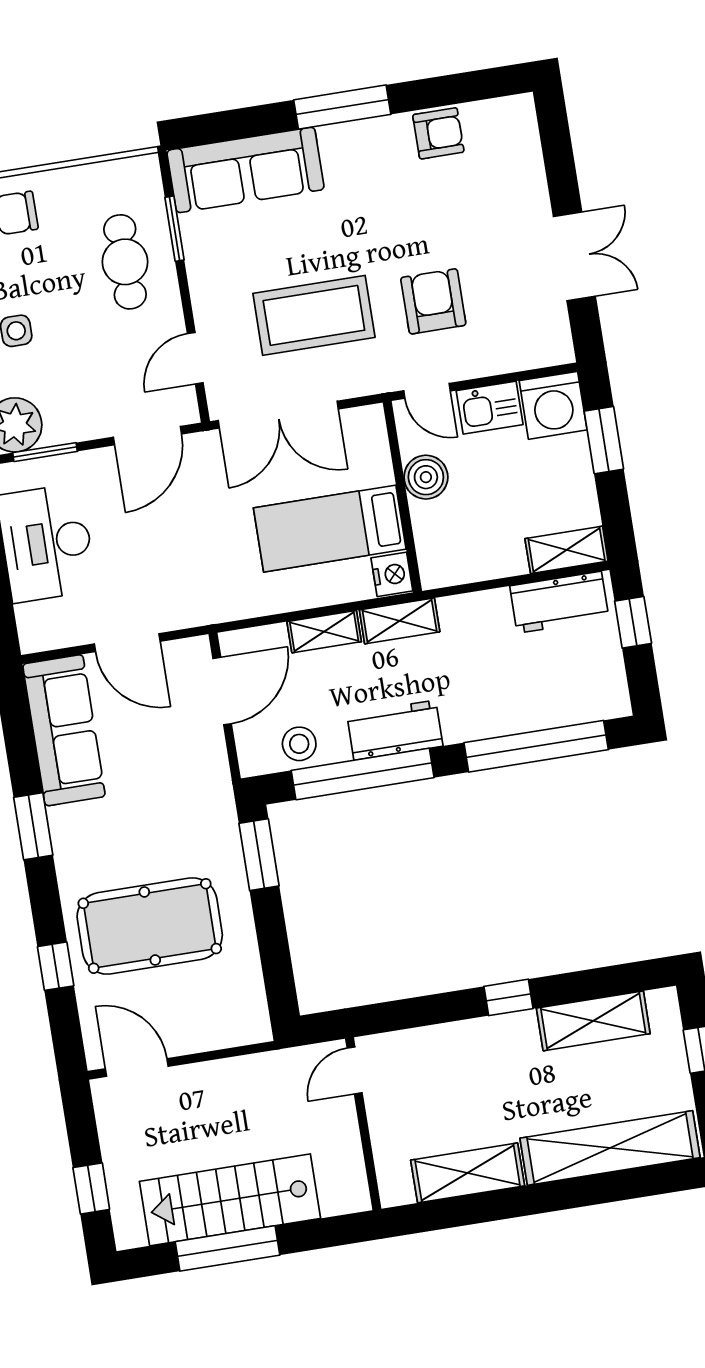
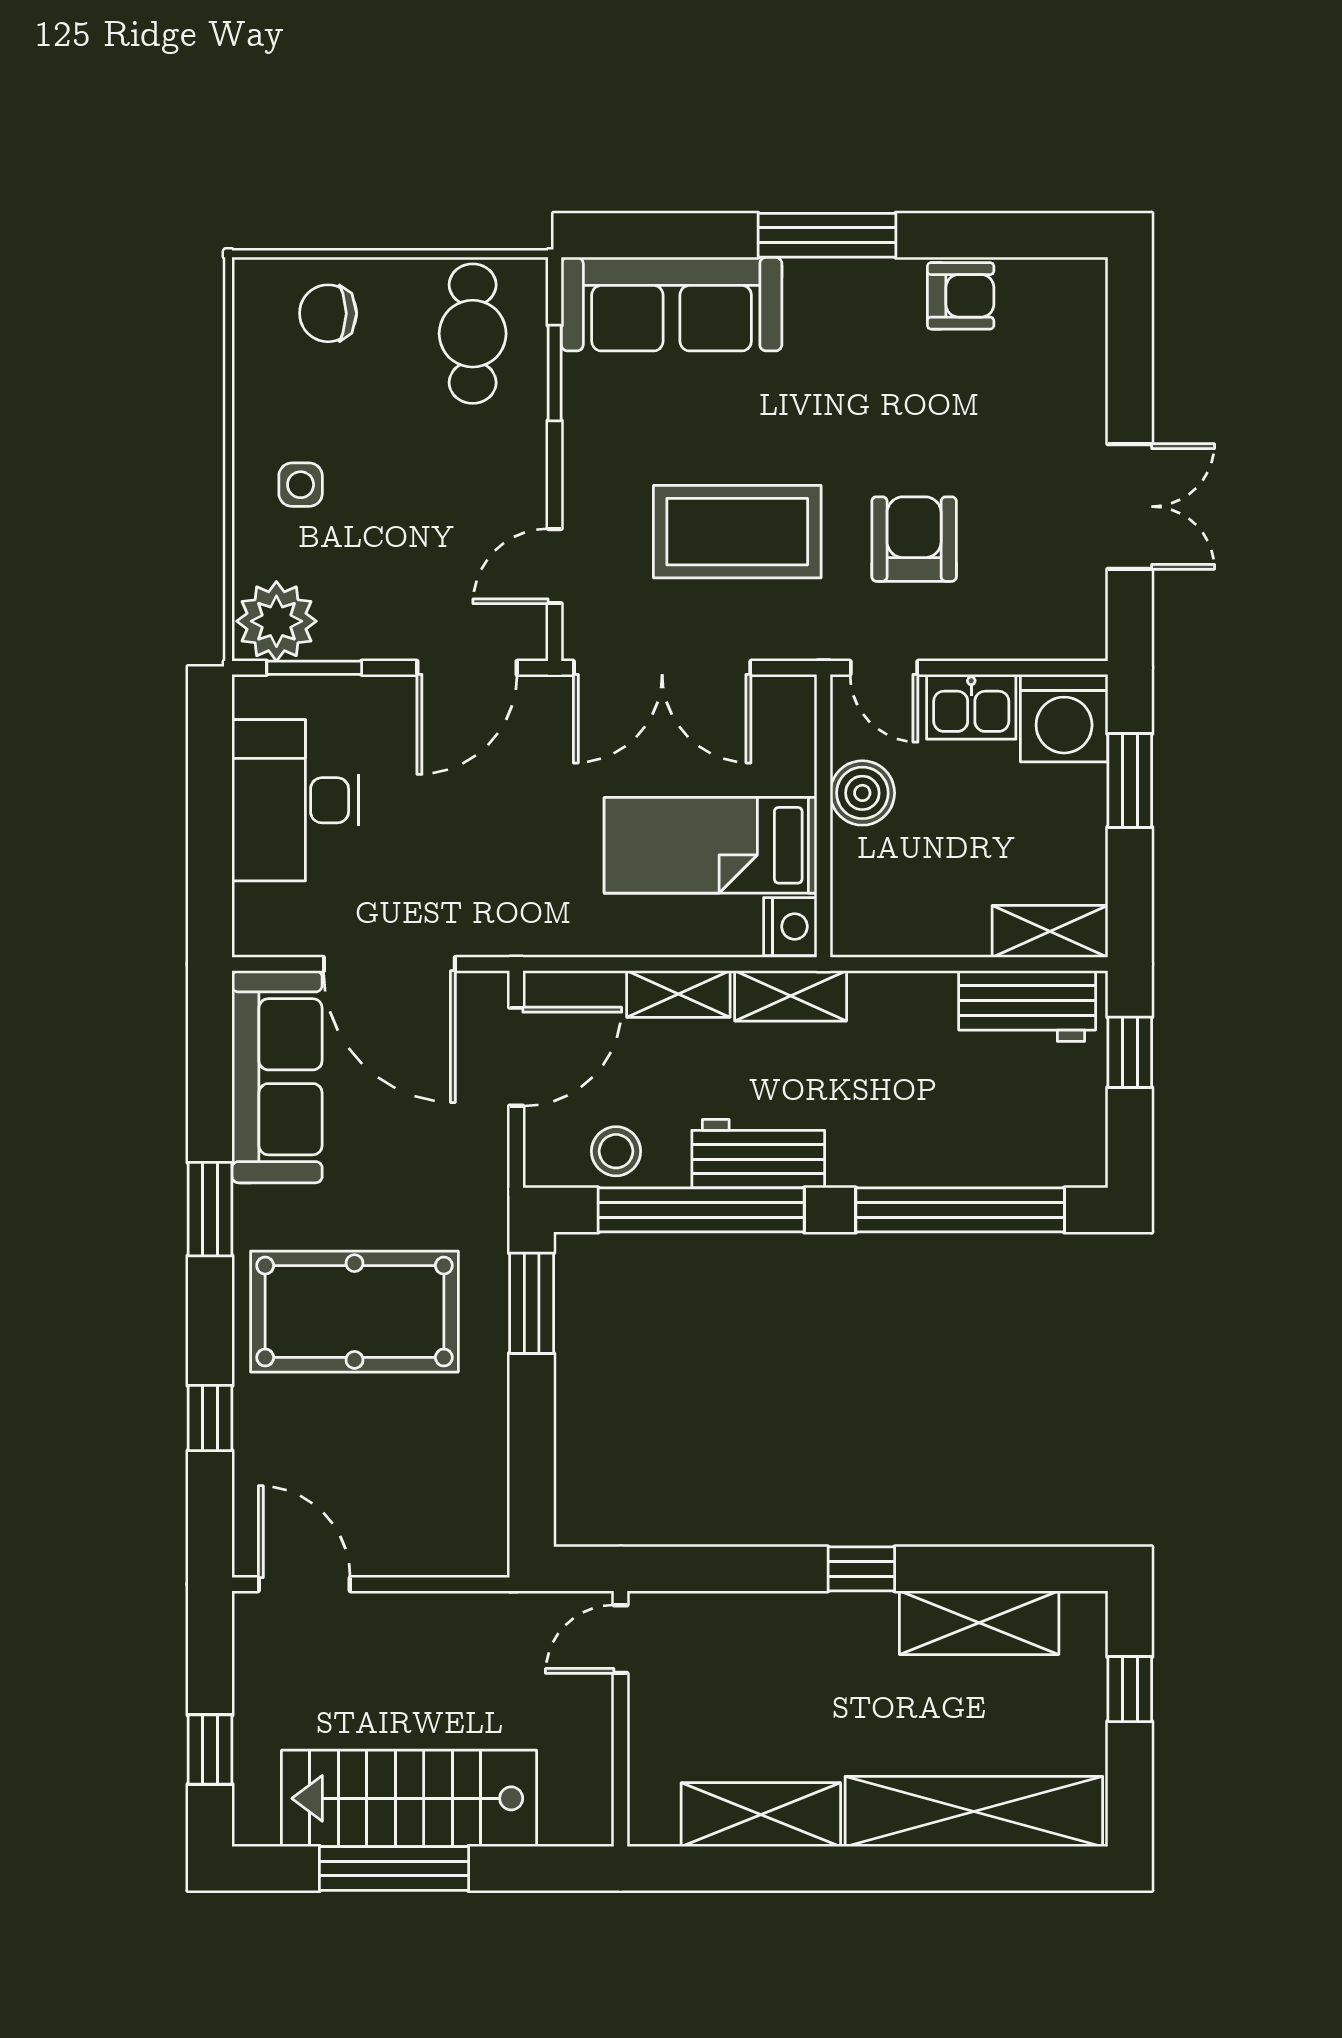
cafe table: (125, 262) -> (473, 334), moved
door: (127, 643) -> (389, 964), width x1.36
pool table: (150, 926) -> (354, 1312), moved

